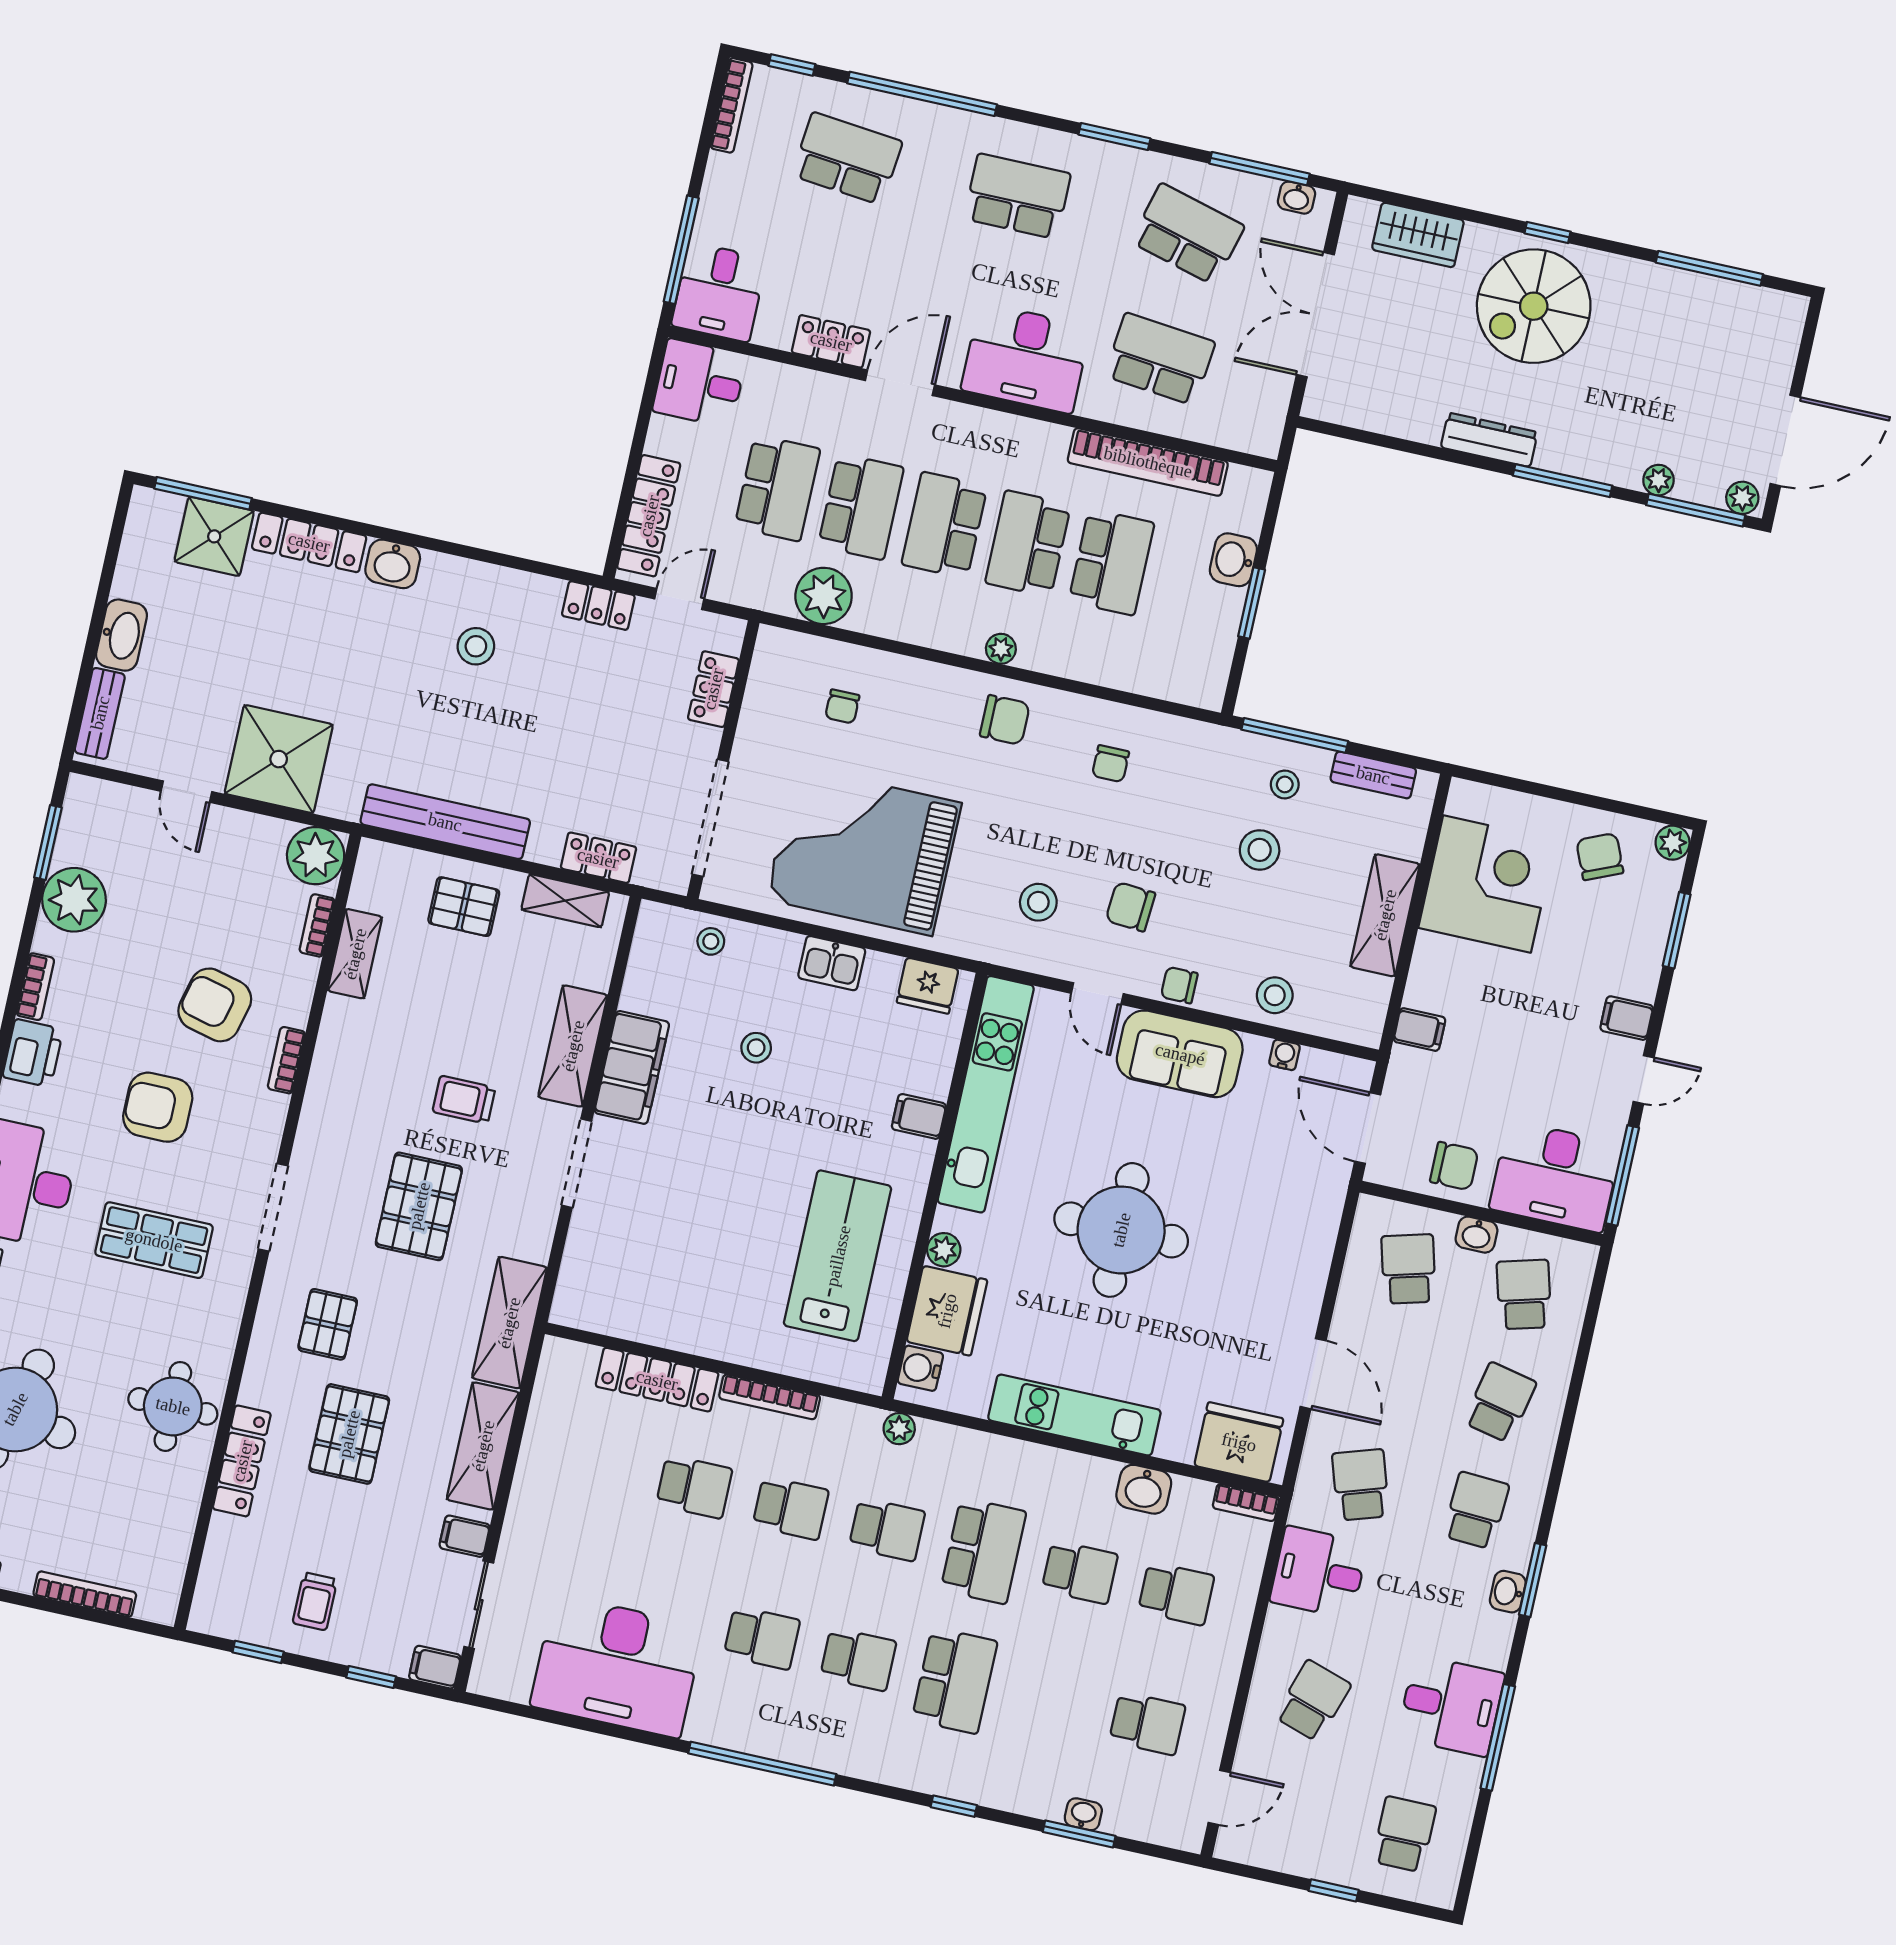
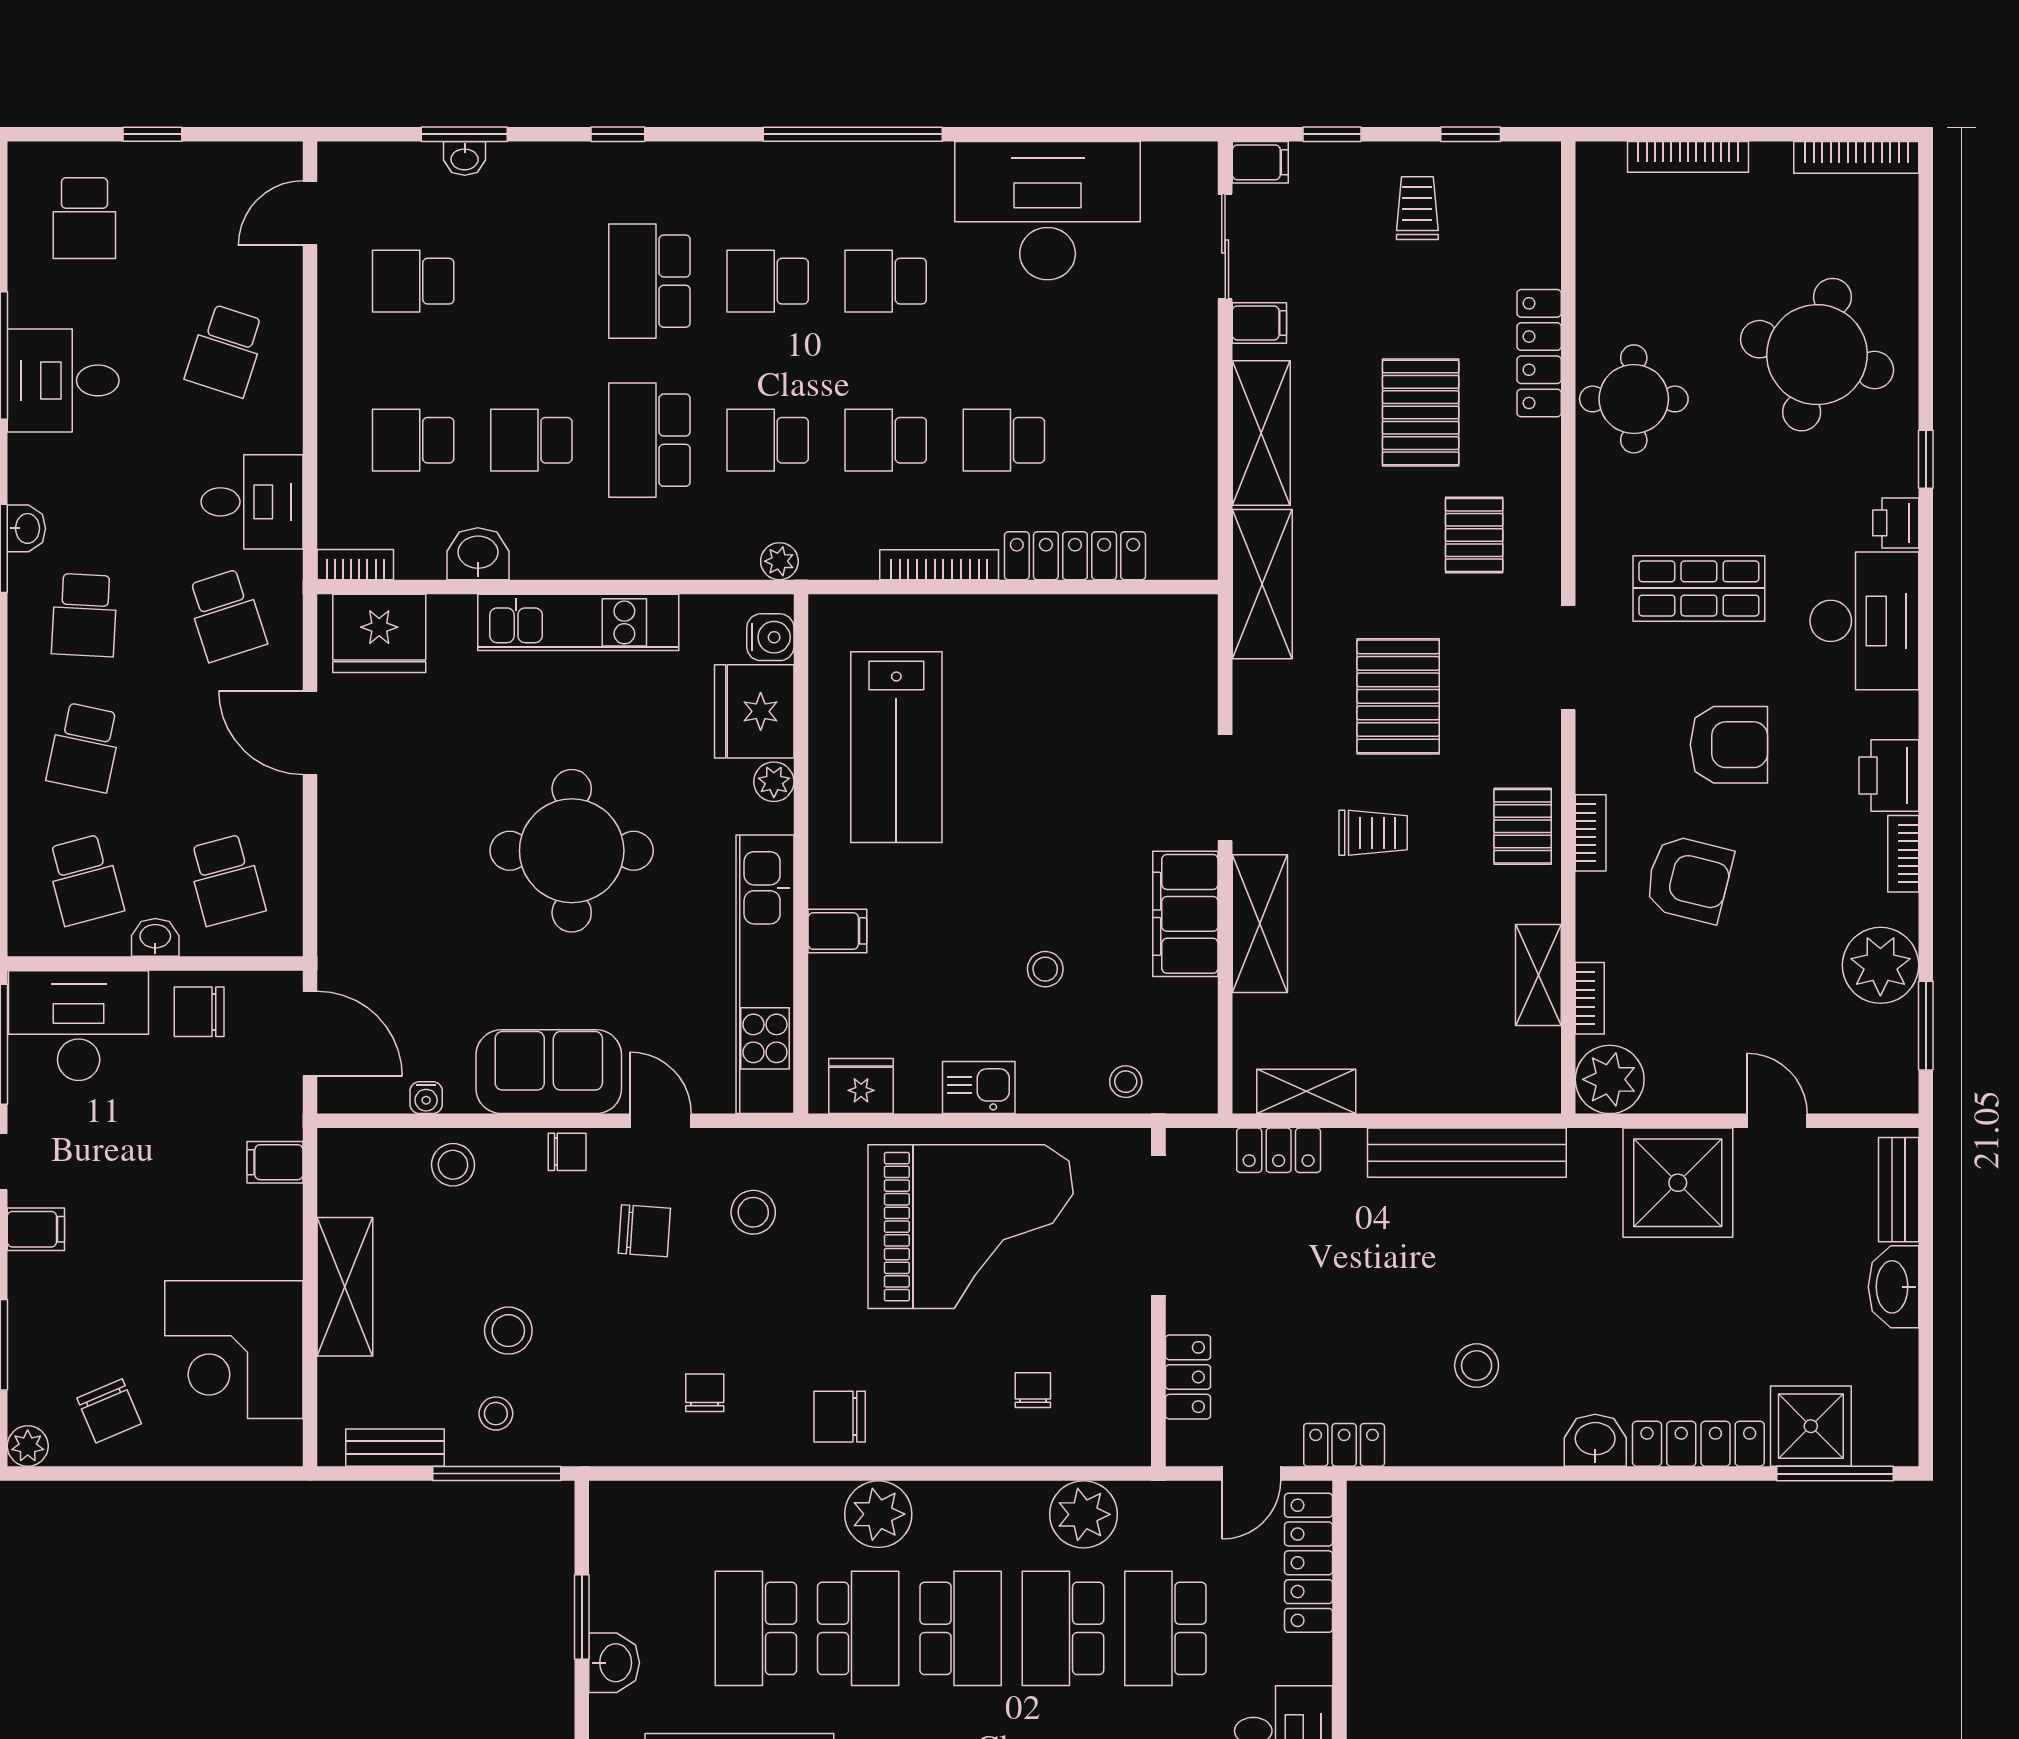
plant: (1001, 649) -> (878, 1514), width x1.87, depth x1.87
pallet: (464, 907) -> (1523, 826), moved, turned 90

